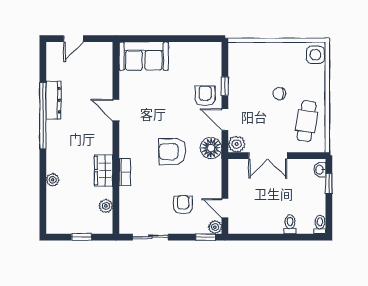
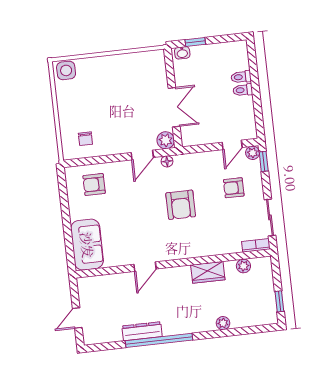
door: (74, 39) -> (77, 318), swing flipped
window: (225, 86) -> (108, 159), removed
chair: (279, 94) -> (85, 139), moved
armchair: (205, 96) -> (94, 184), moved
cafe table: (307, 121) -> (134, 72), removed
floor lamp: (211, 148) -> (167, 161), width x0.53, depth x0.53
bookcase: (125, 172) -> (256, 245), moved
toilet: (320, 224) -> (243, 90), moved
window: (82, 237) -> (279, 301), moved

